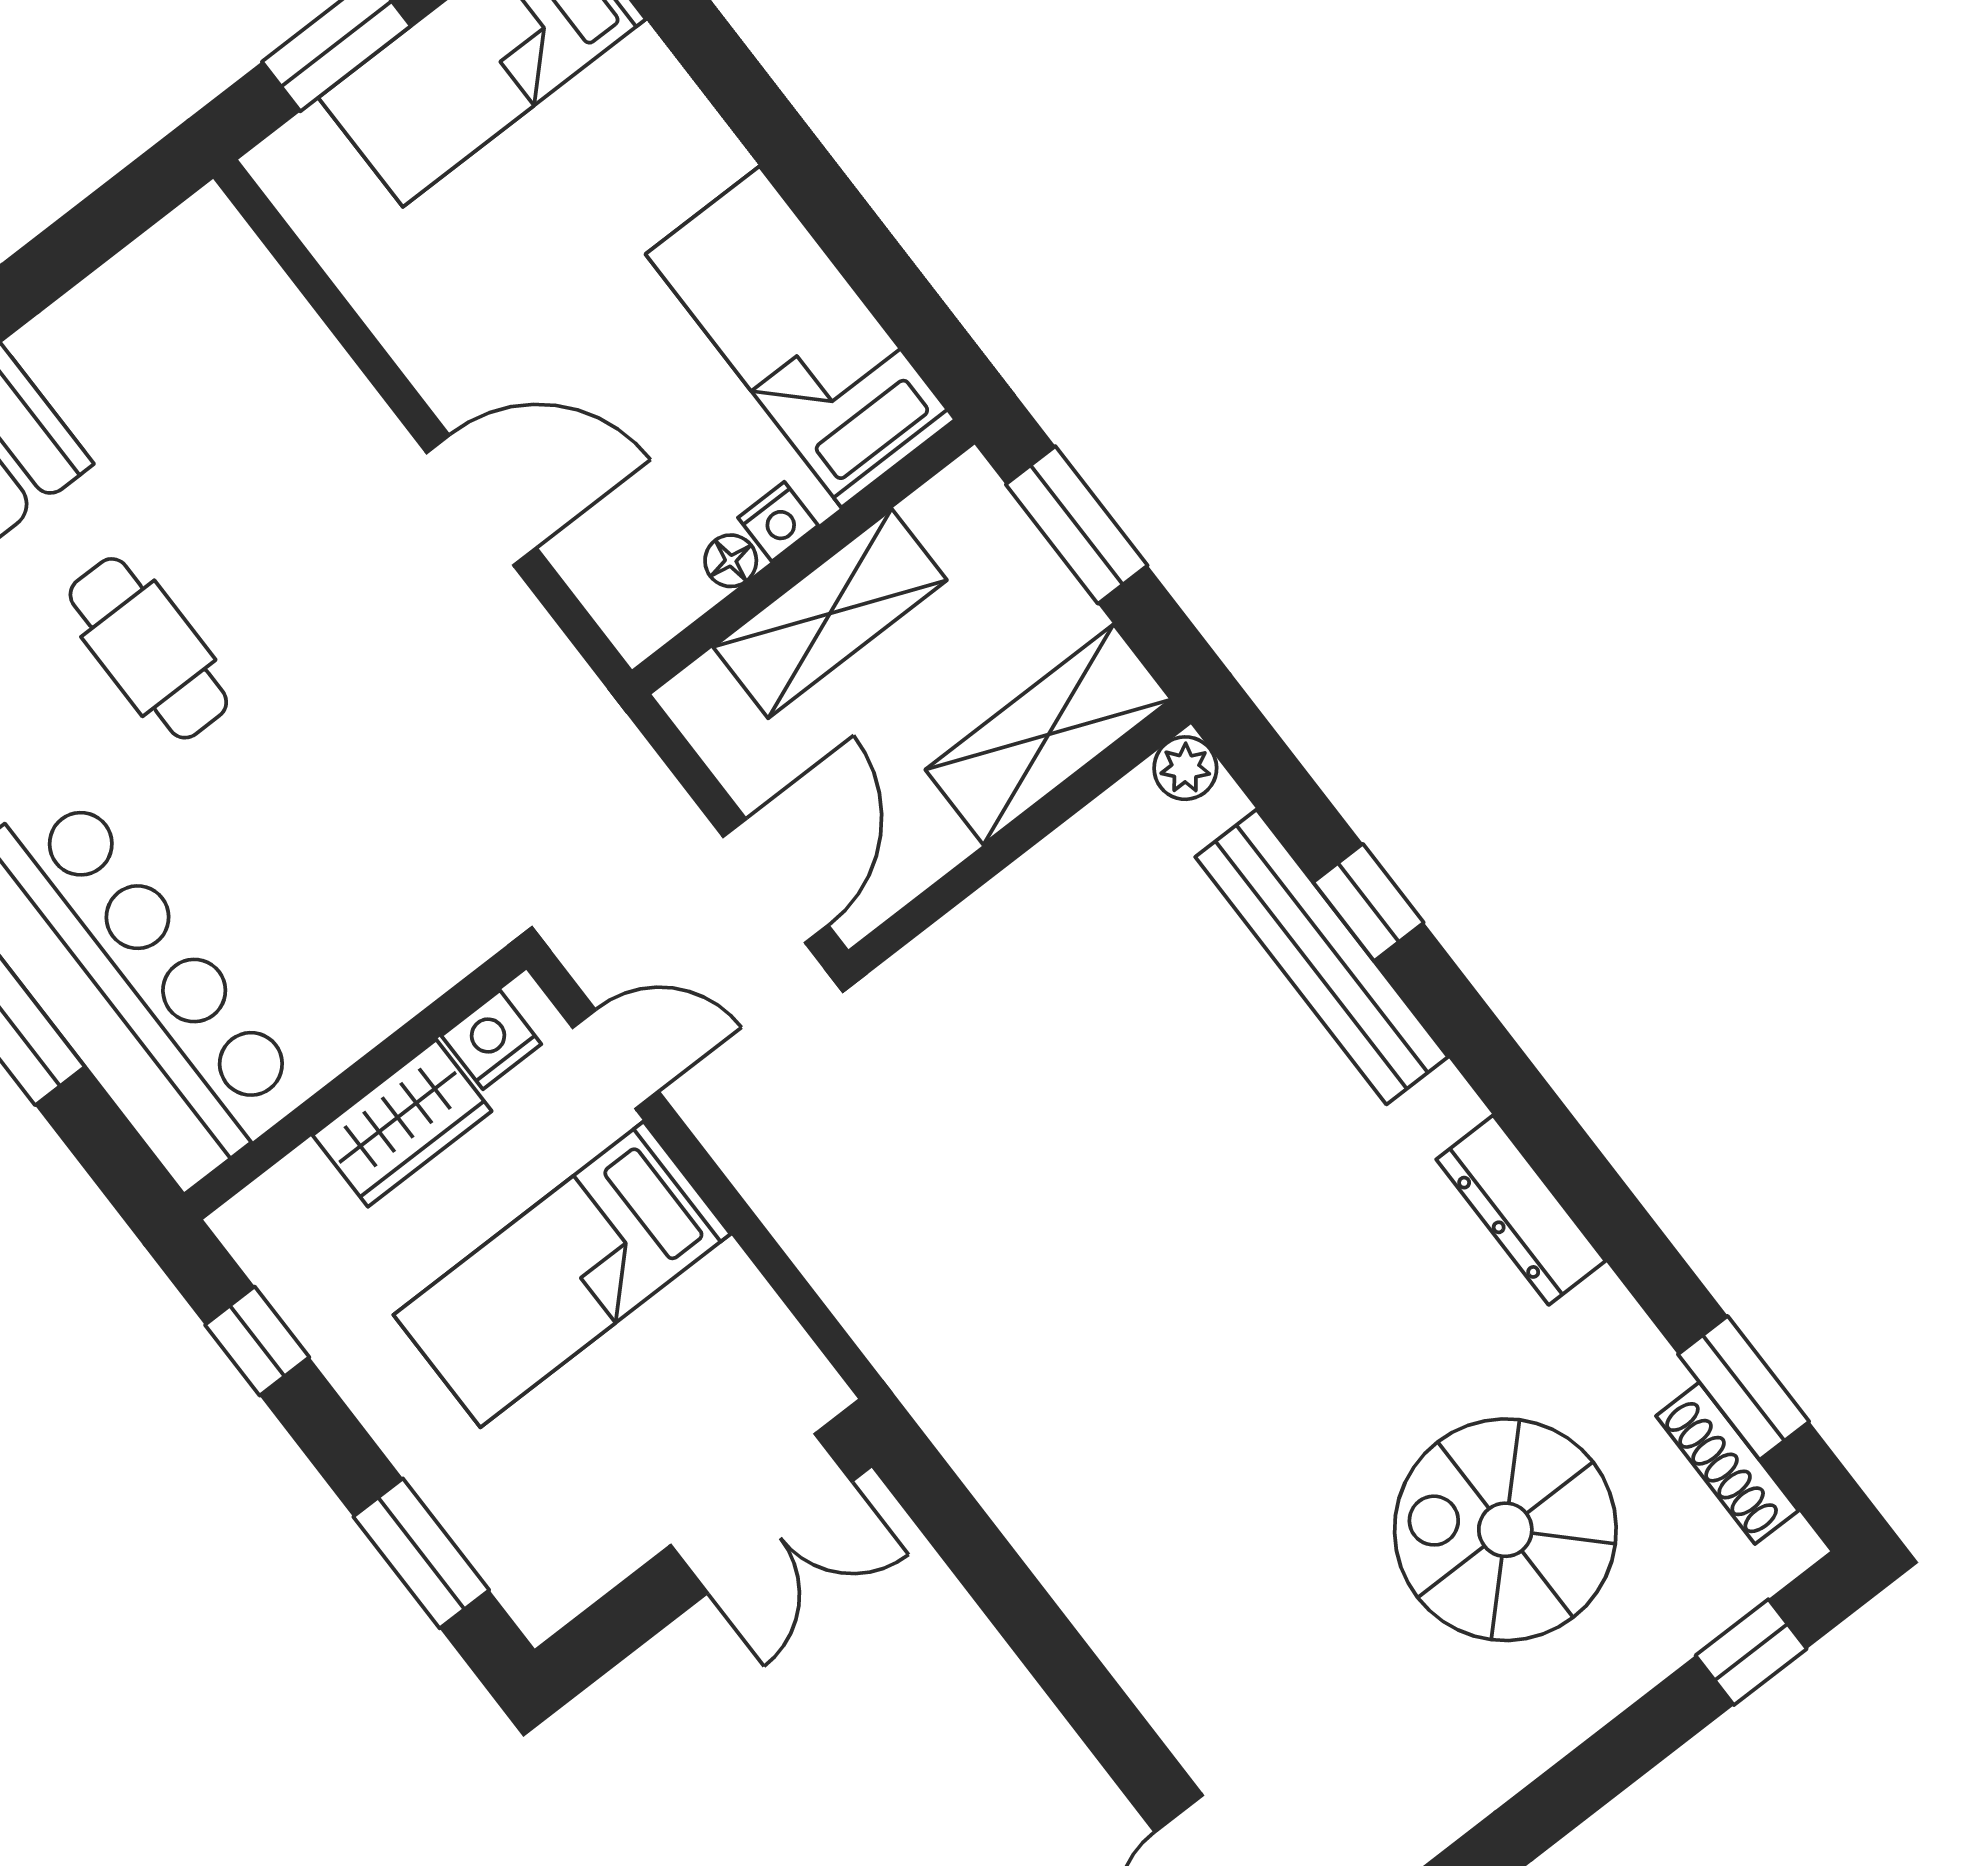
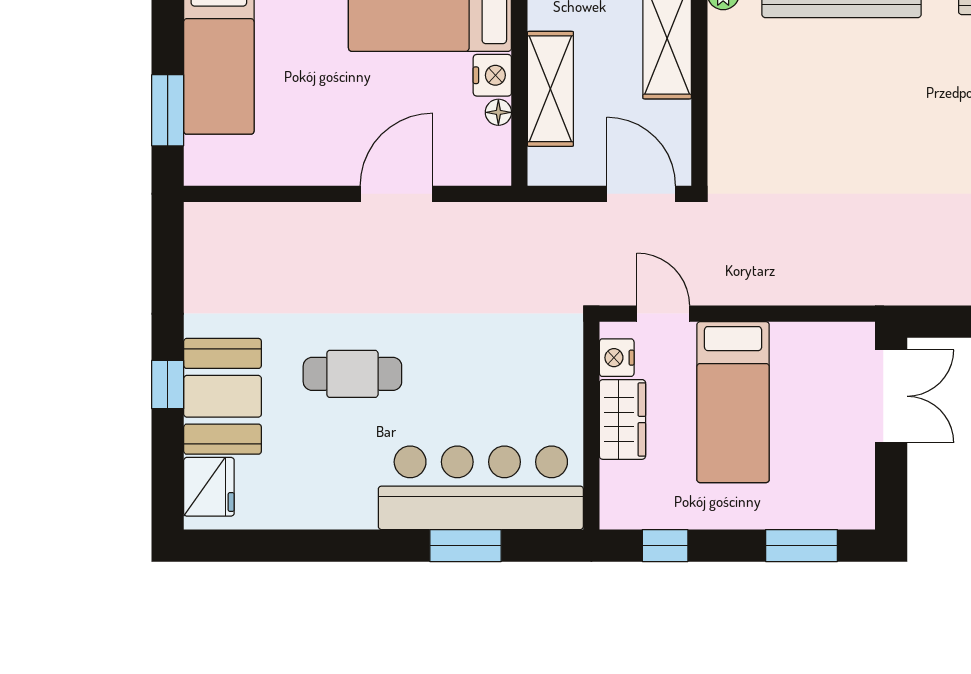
nightstand: (778, 522) -> (492, 75), width x1.39, depth x1.35
door: (616, 1059) -> (663, 314), hinge flipped

